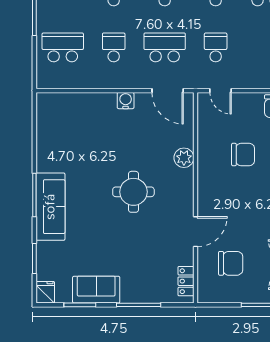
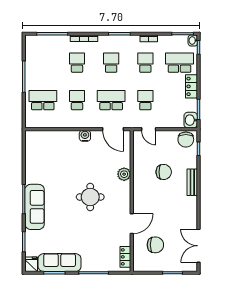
sofa: (96, 290) -> (60, 263), width x1.36

